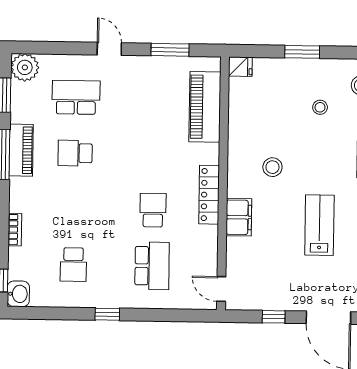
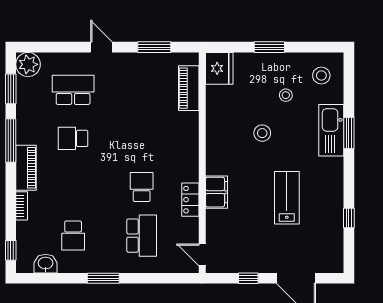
fridge: (240, 67) -> (219, 68), width x1.88, depth x1.34
piano: (205, 107) -> (189, 88), width x0.73, depth x0.75
piano: (21, 150) -> (26, 168), moved
stool: (272, 167) -> (262, 133), moved
locker: (209, 195) -> (190, 200), moved, width x0.66
washbasin: (18, 294) -> (46, 264), moved, turned -90
window: (107, 314) -> (103, 278), width x1.50

